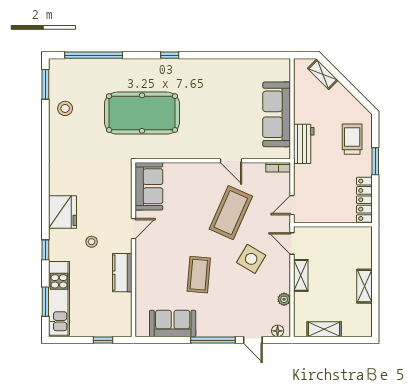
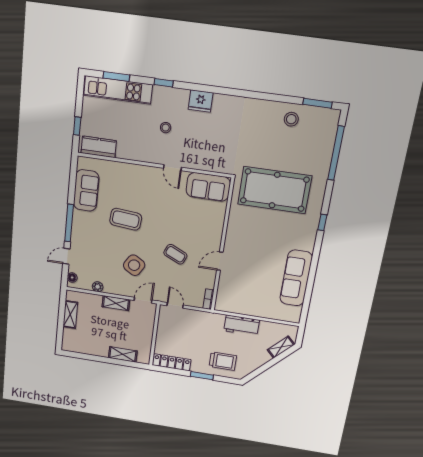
pool table: (142, 113) -> (275, 190), turned 90
sofa: (277, 114) -> (296, 278), moved, turned -90
workbench: (304, 144) -> (242, 325), moved
fridge: (63, 212) -> (201, 101), width x0.73, depth x0.75
coffee table: (231, 213) -> (175, 254), width x0.54, depth x0.58
kitchen counter: (122, 273) -> (99, 147), moved
shelving: (364, 286) -> (123, 354), moved

